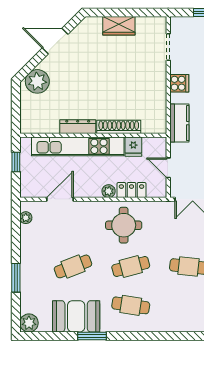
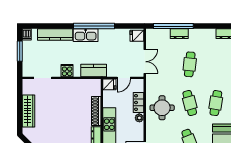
wardrobe: (119, 26) -> (29, 111), width x1.50
fridge: (133, 147) -> (109, 84), moved

